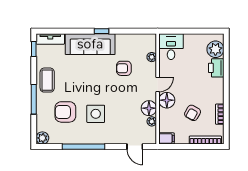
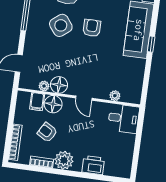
plant: (215, 49) -> (64, 160), moved
armchair: (124, 68) -> (92, 28), moved
floor lamp: (167, 100) -> (53, 104), moved
side table: (96, 114) -> (61, 25), turned -38
filing cabinet: (167, 138) -> (37, 102), moved

